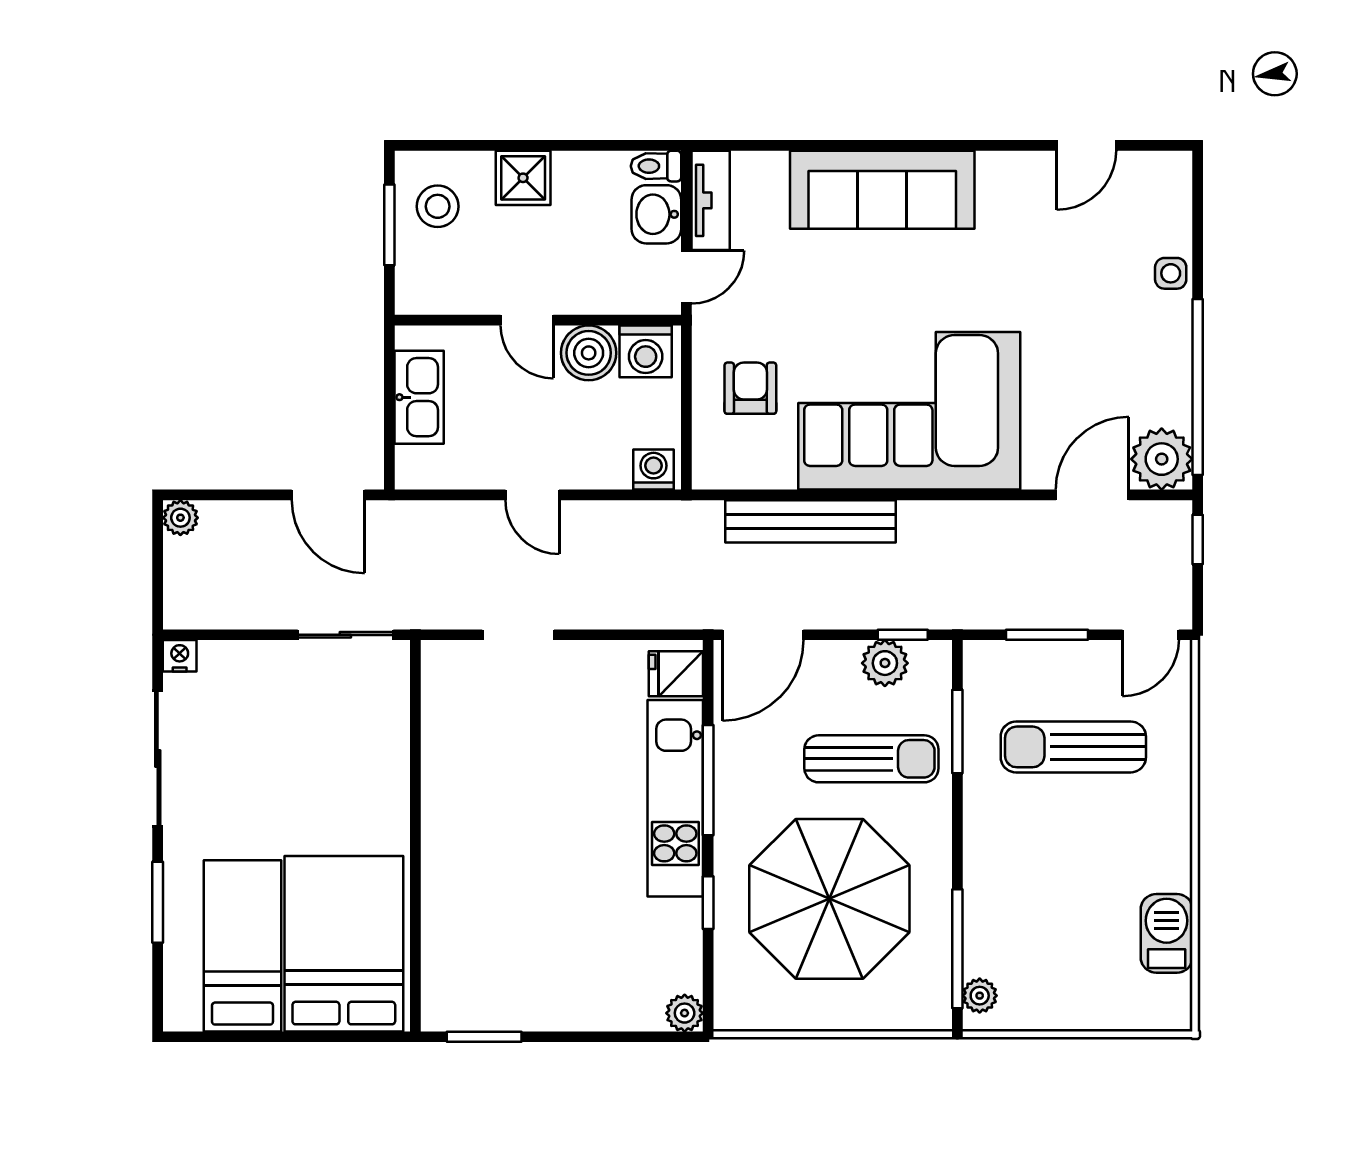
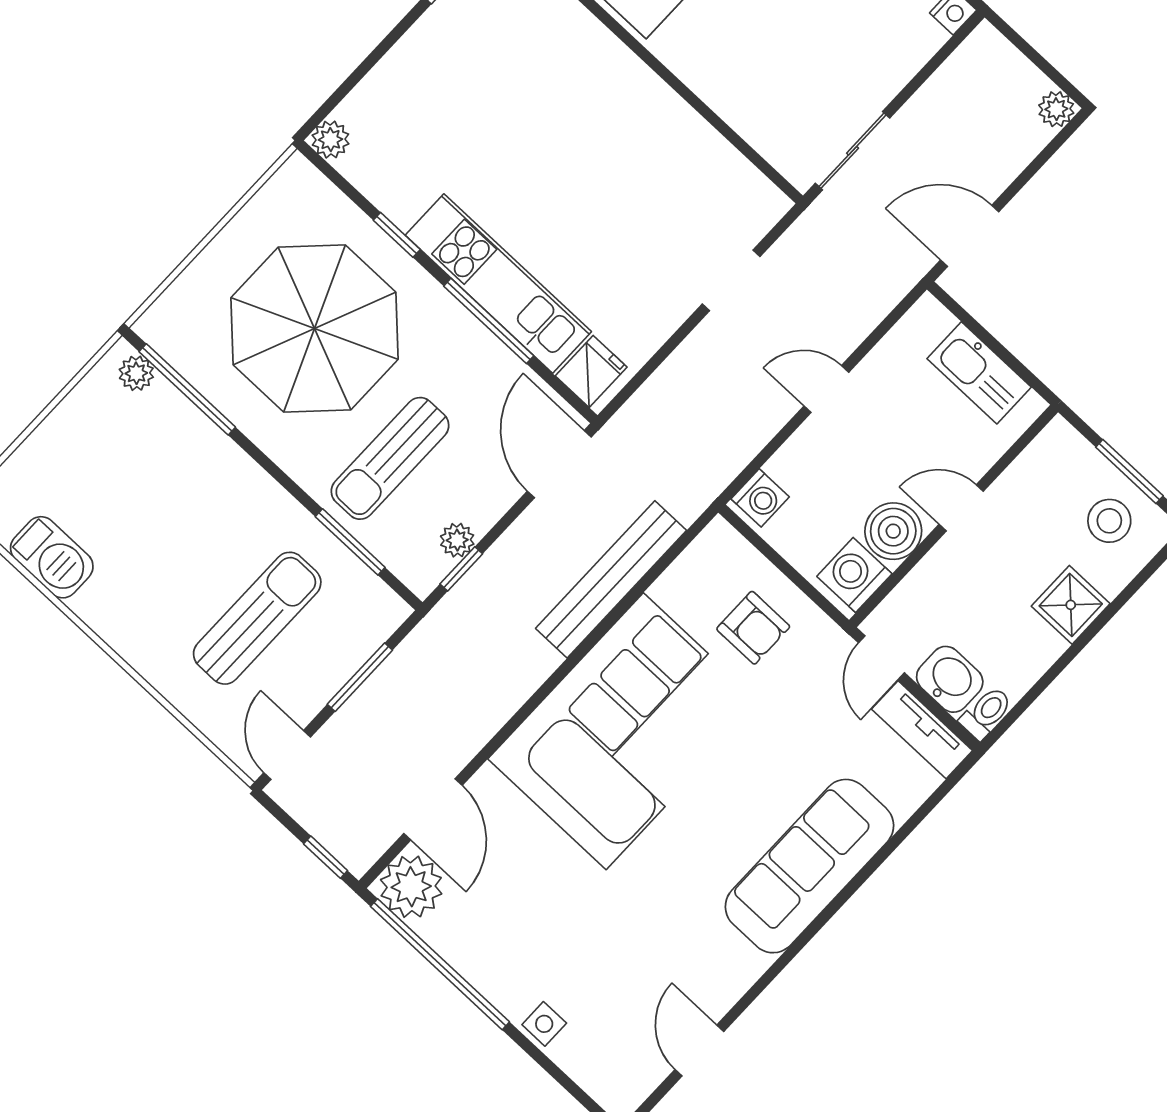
plant: (885, 663) -> (457, 540), width x0.73, depth x0.73

